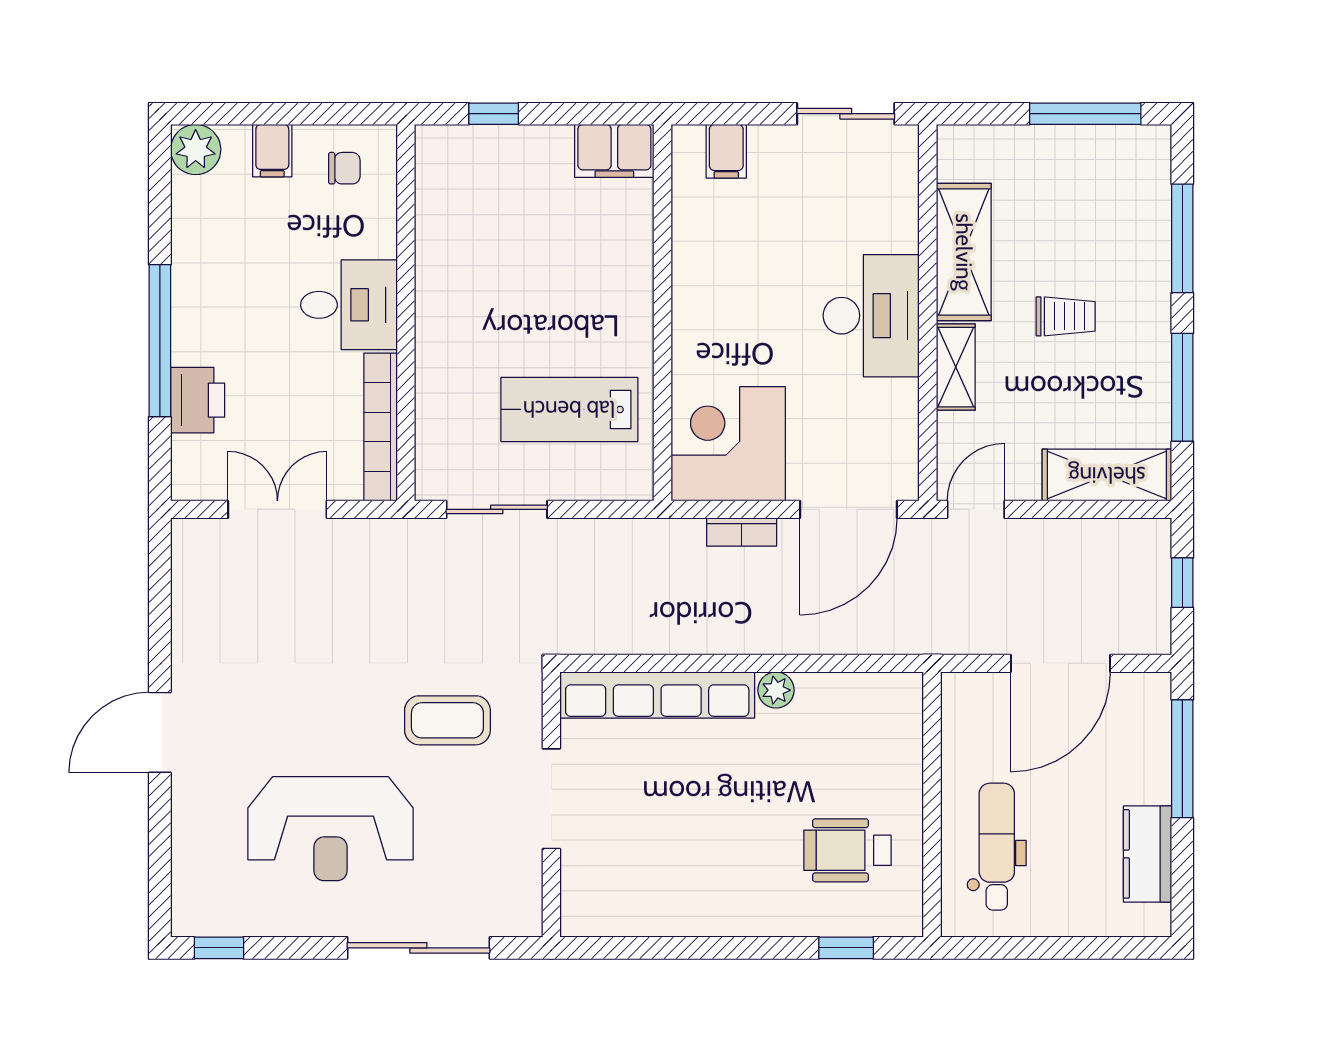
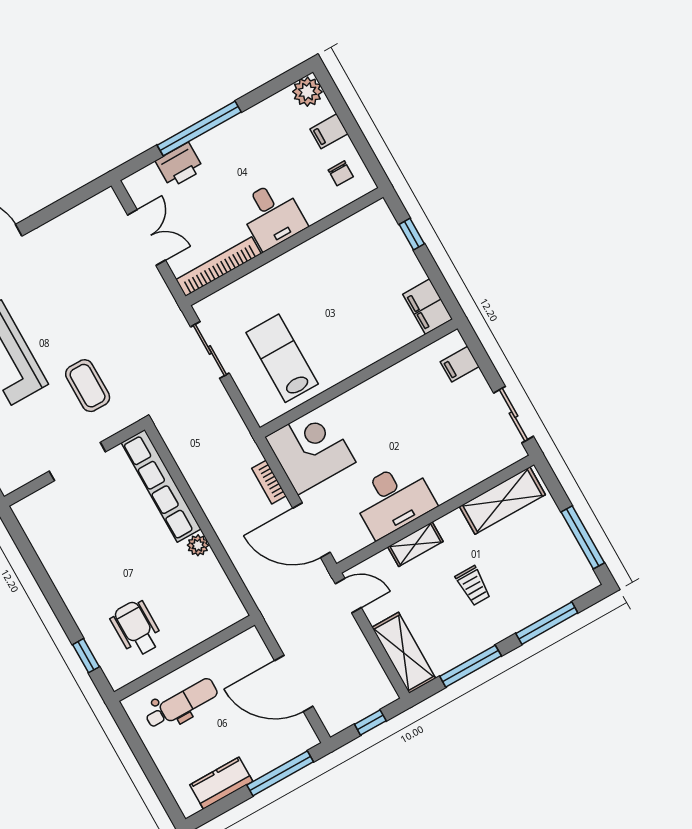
shelving: (964, 252) -> (502, 501), moved
desk: (871, 316) -> (393, 499), moved

